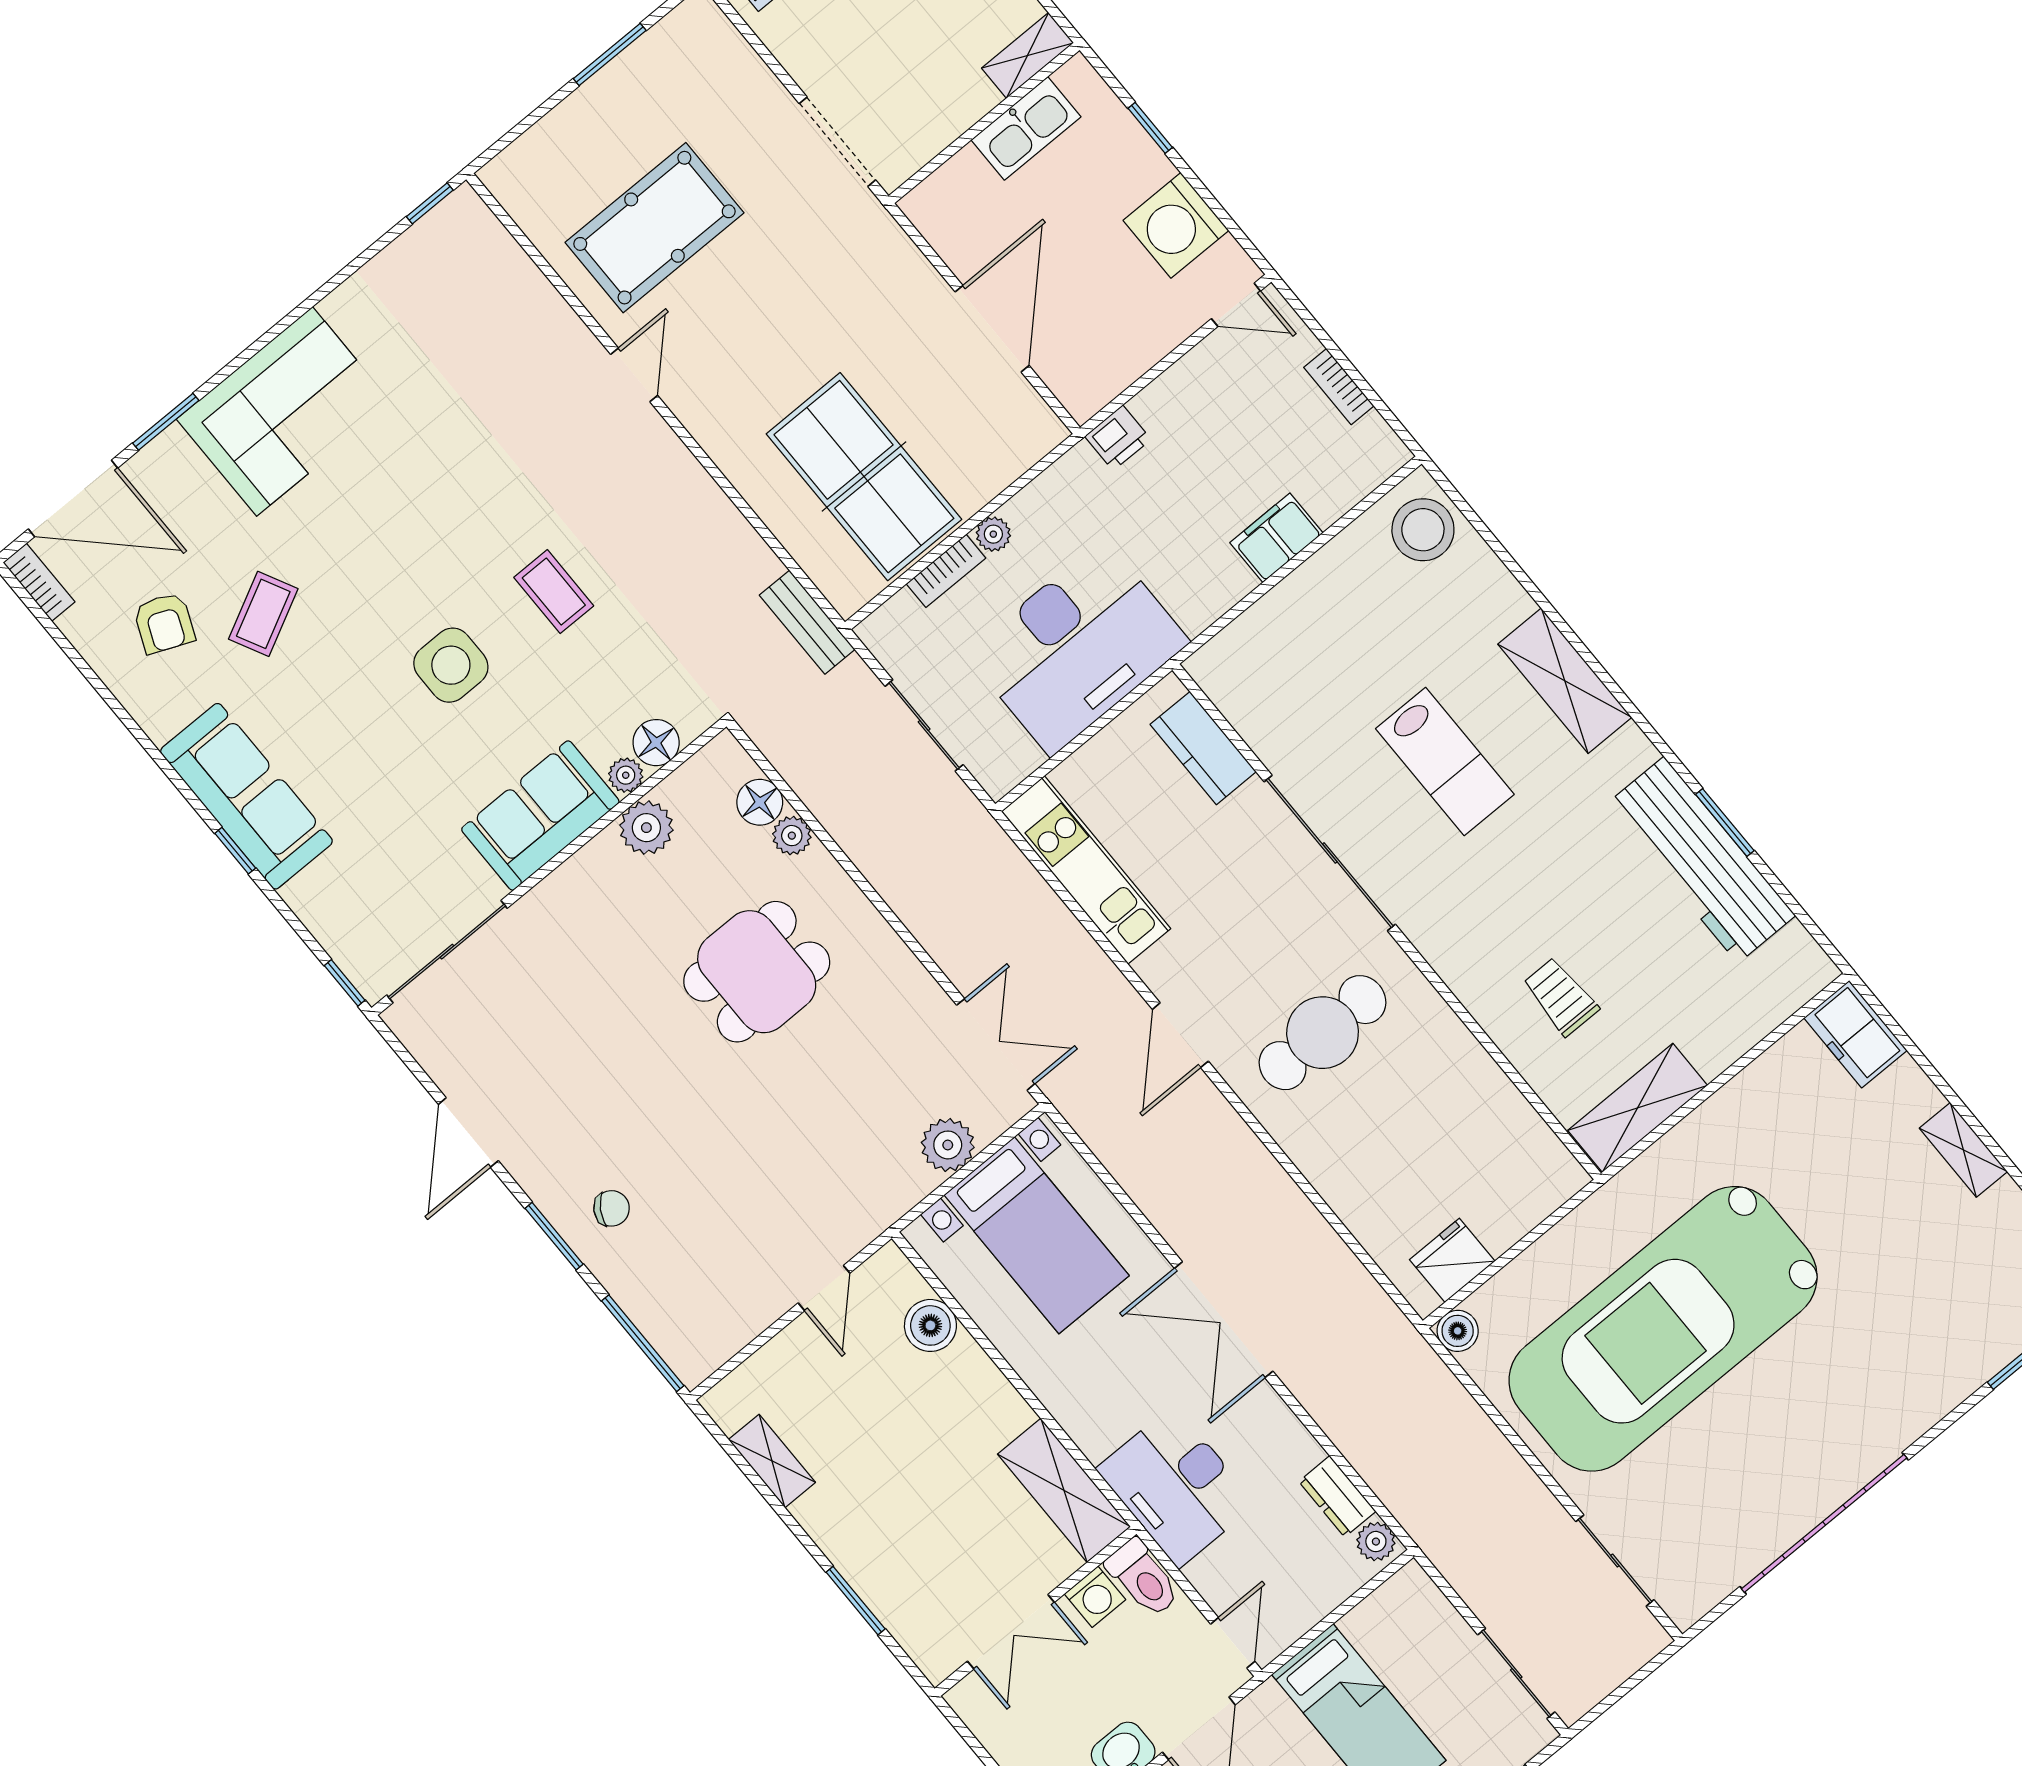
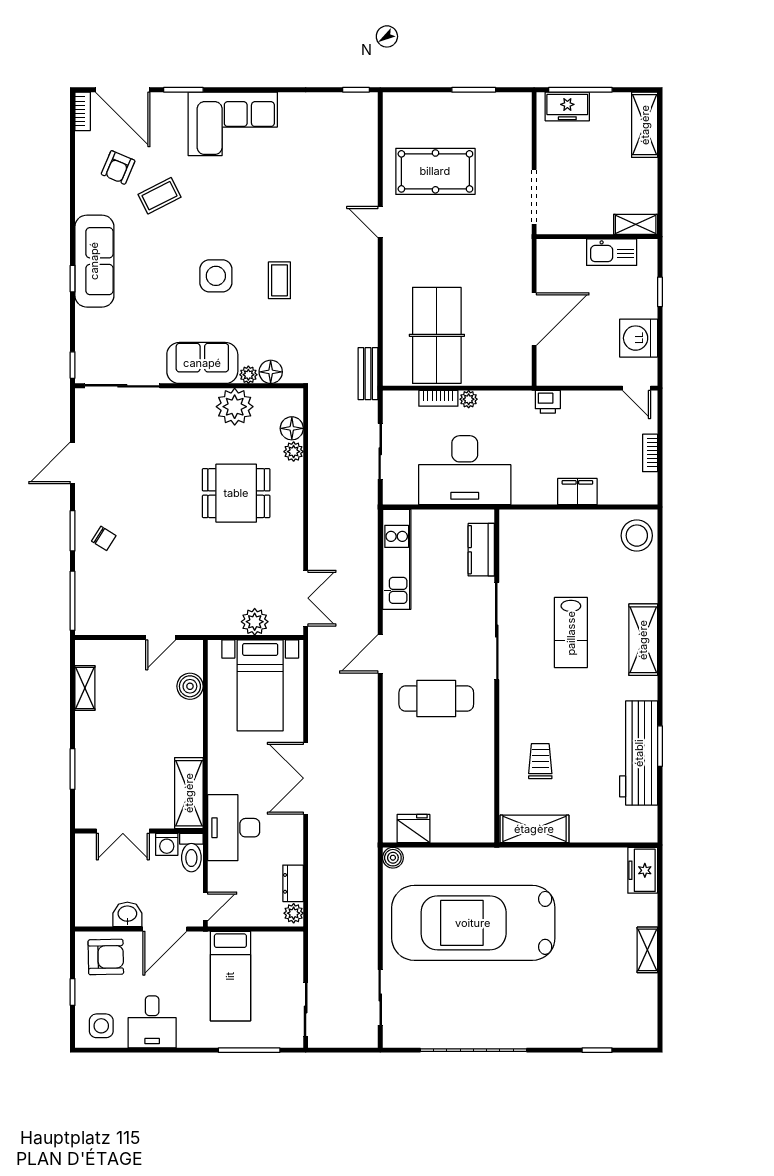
door: (634, 375) -> (380, 222), swing flipped
plant: (646, 828) -> (235, 407), width x1.36, depth x1.36

